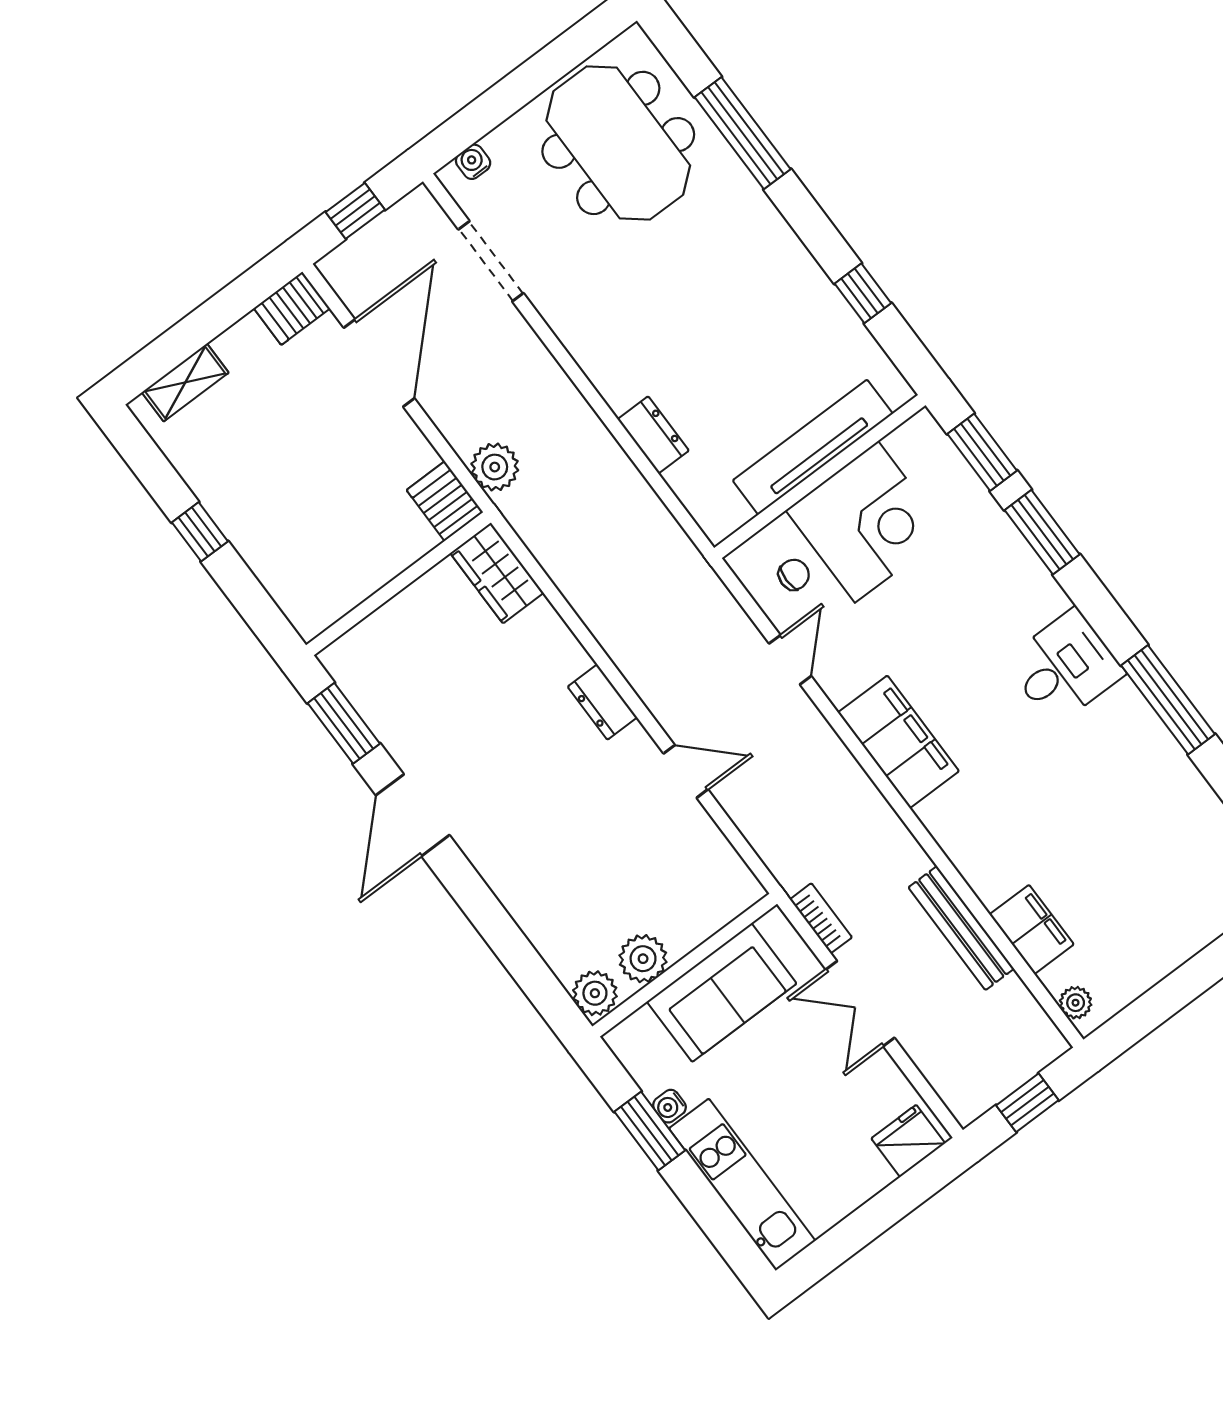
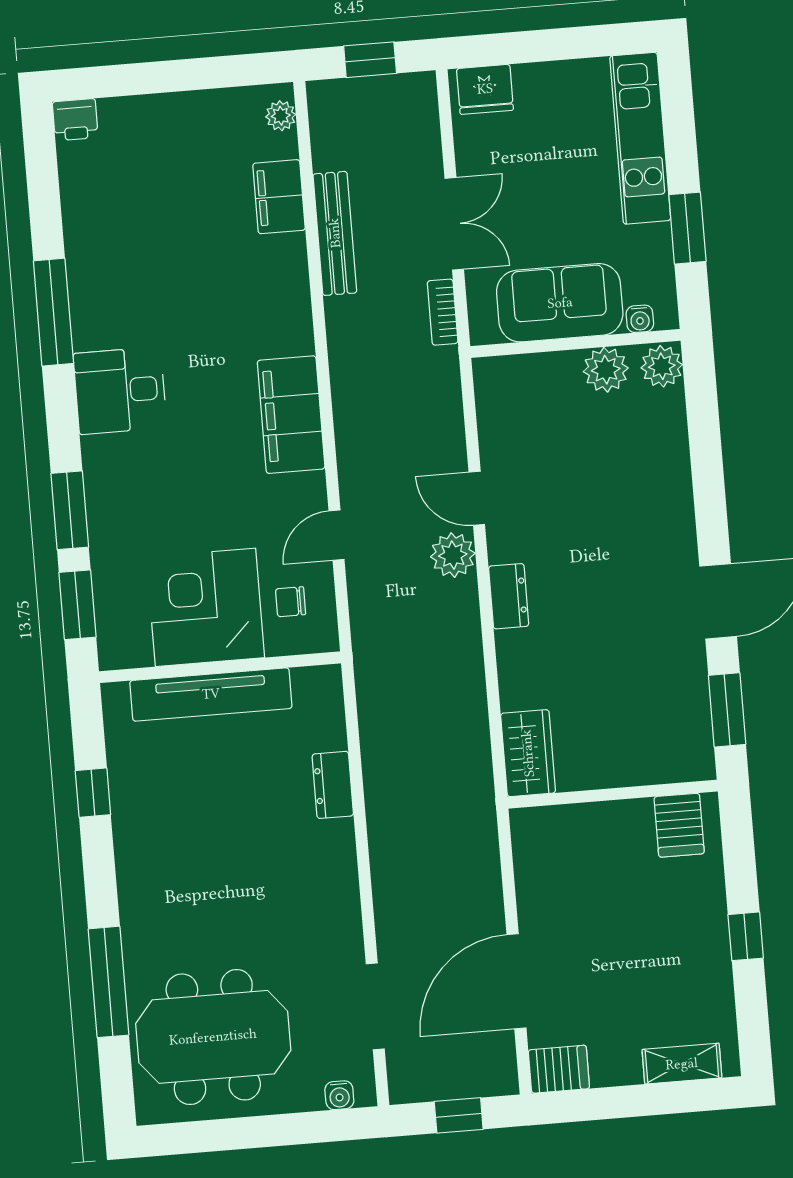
meeting table: (618, 143) -> (213, 1037), turned 90
plant: (495, 467) -> (453, 555), moved
server rack: (445, 501) -> (679, 825), moved
water cooler: (670, 1106) -> (640, 319), moved, turned 90

